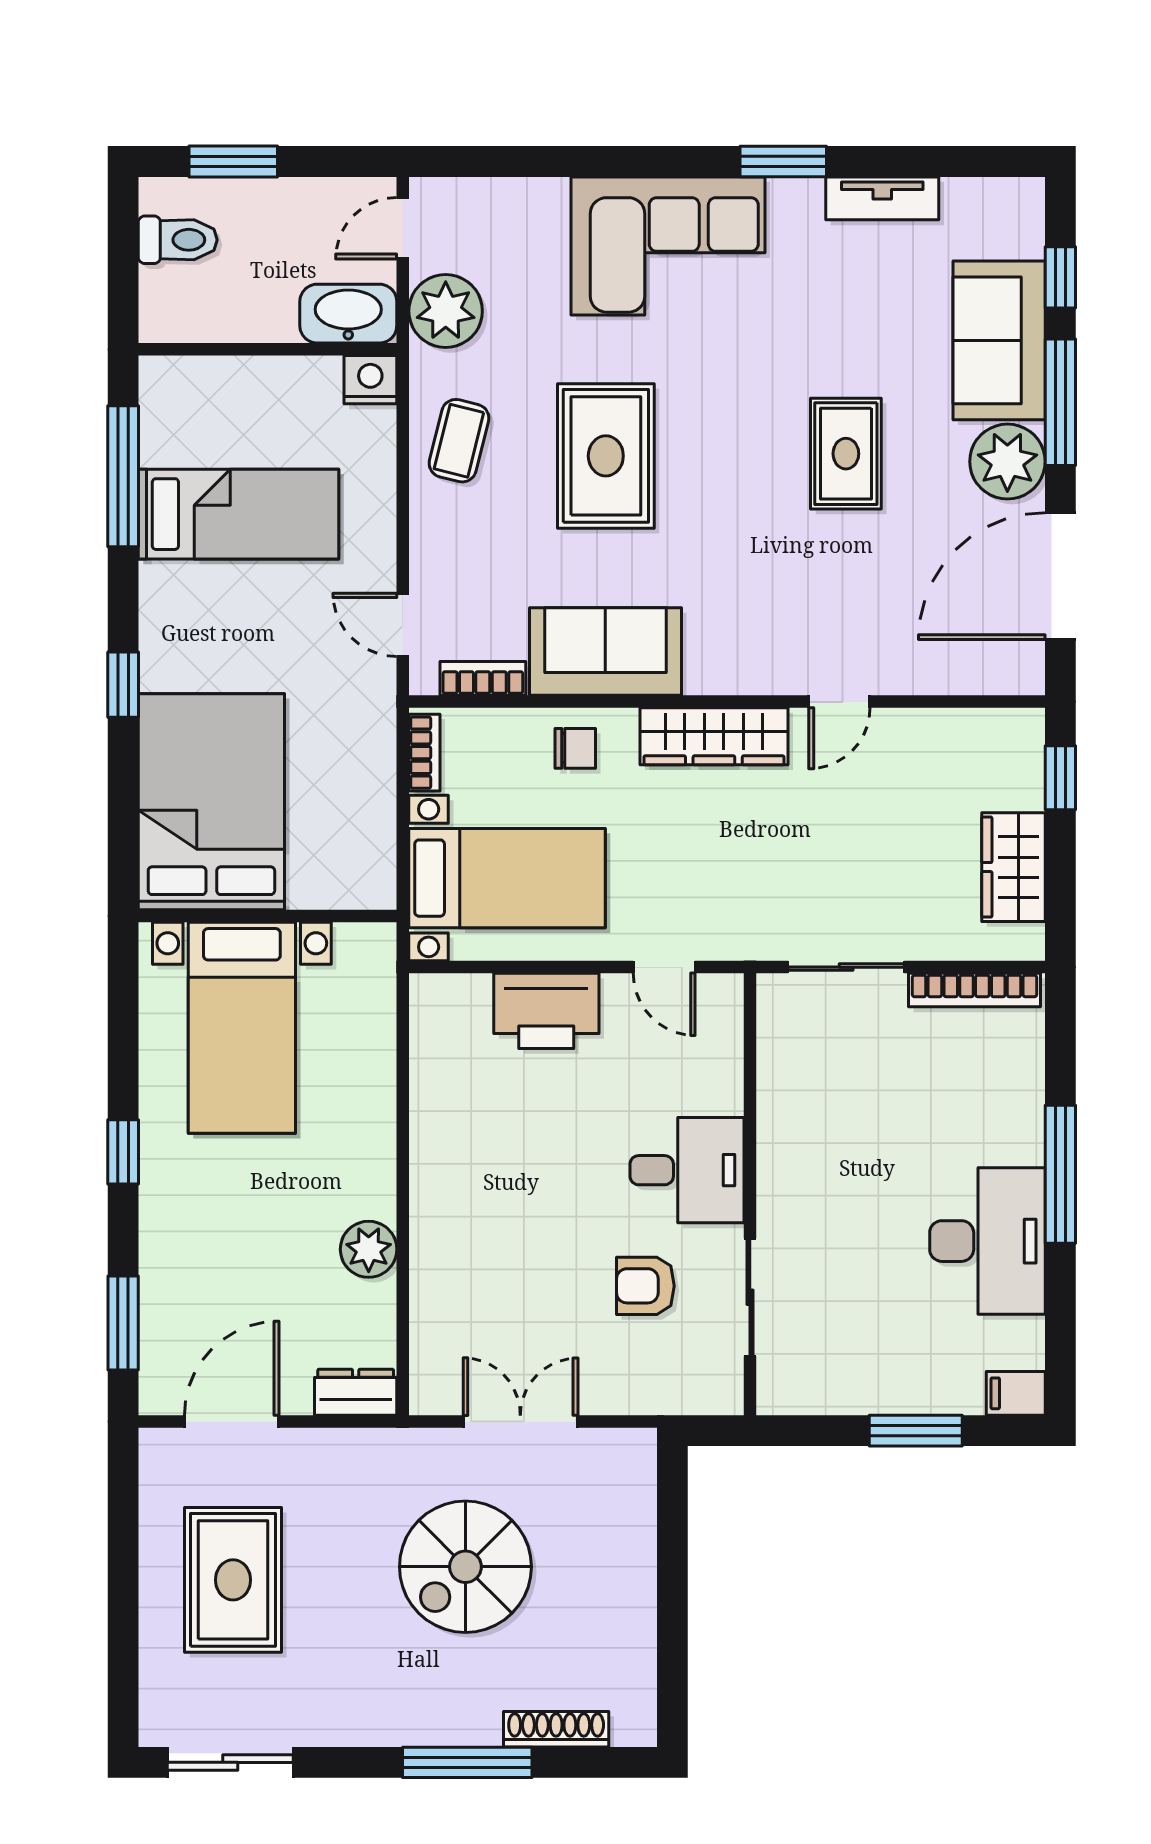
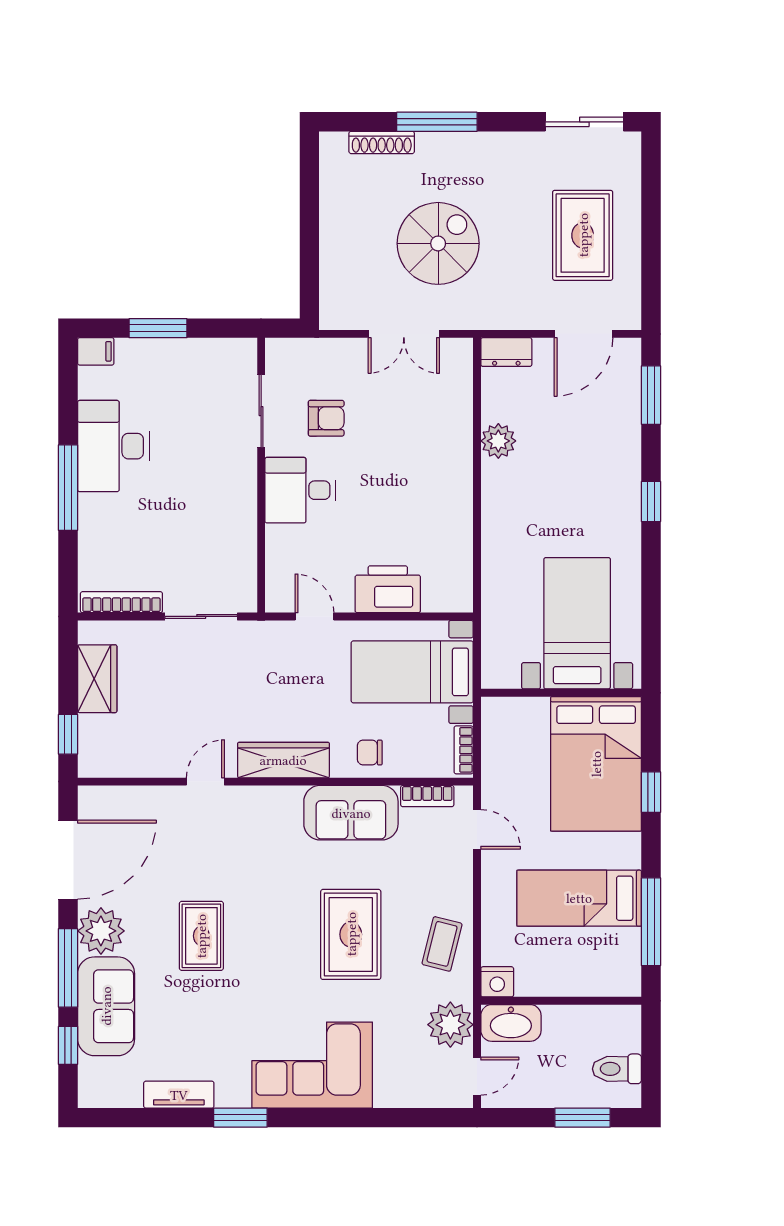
bed: (211, 802) -> (596, 764), moved
wall: (268, 916) -> (561, 693), moved
bed with nightstands: (242, 1028) -> (577, 623), moved

